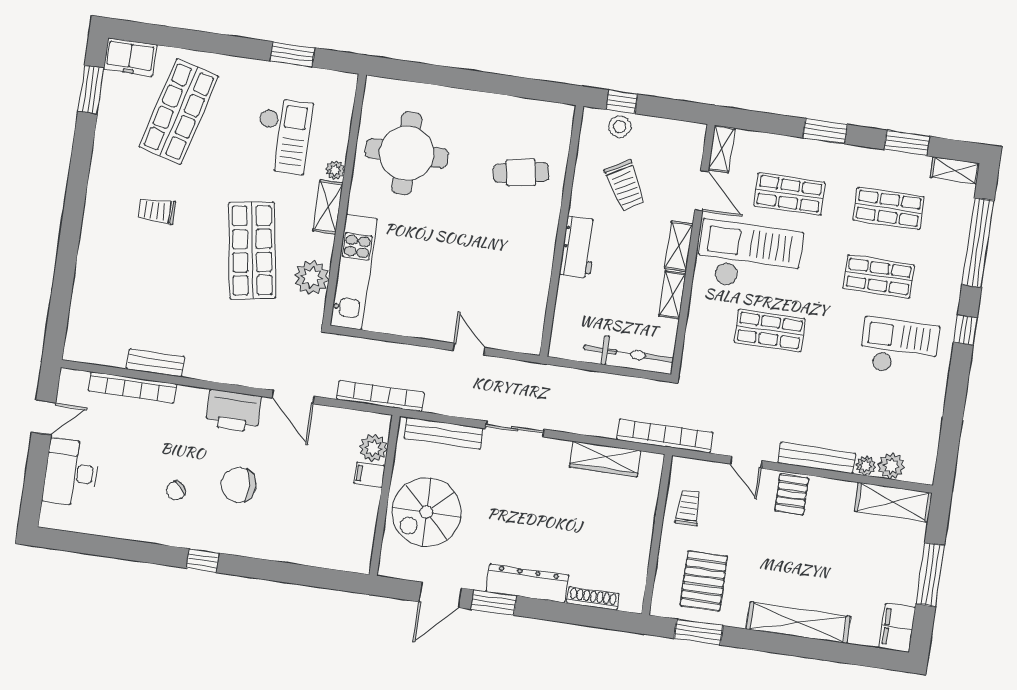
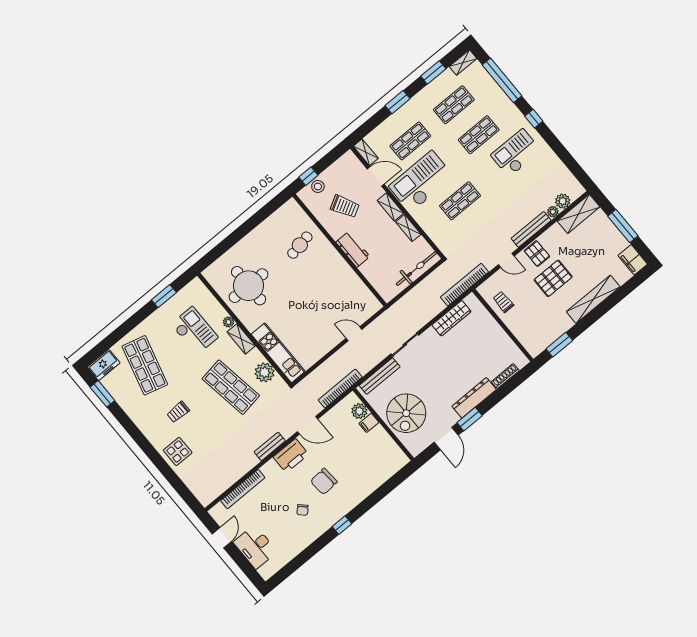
display table: (104, 257) -> (178, 451), added
bench: (156, 363) -> (270, 446), moved
pallet: (704, 581) -> (553, 278), moved, turned 90

